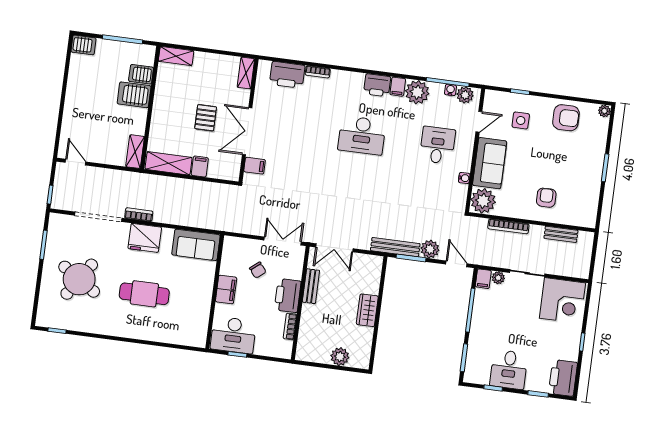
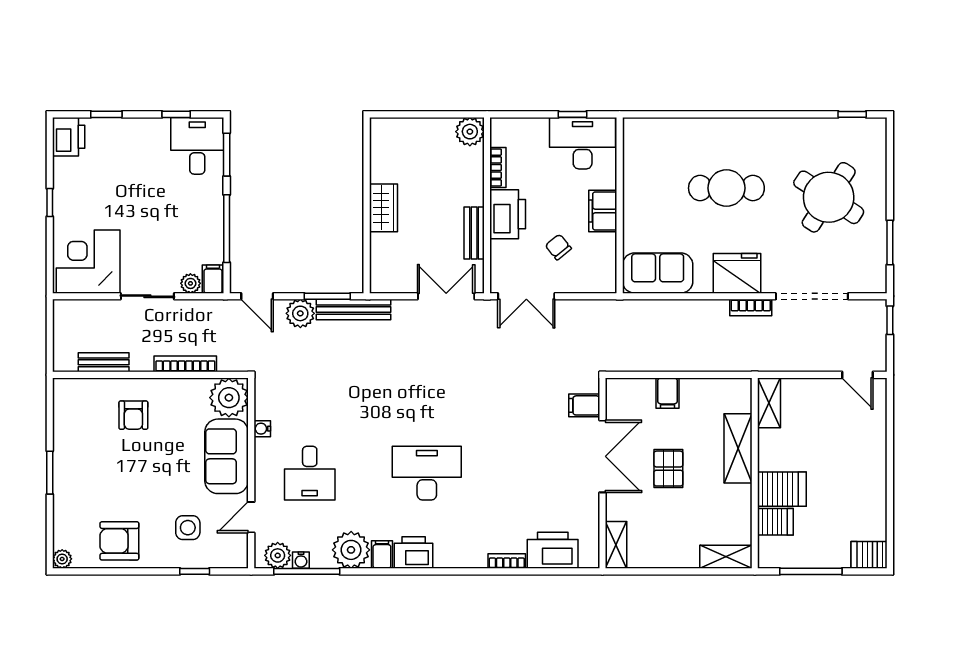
shelving: (169, 163) -> (738, 448), moved, turned 90
plant: (340, 357) -> (470, 132), moved
desk: (509, 370) -> (197, 146), moved
printer: (563, 378) -> (69, 137), width x0.73, depth x0.84

